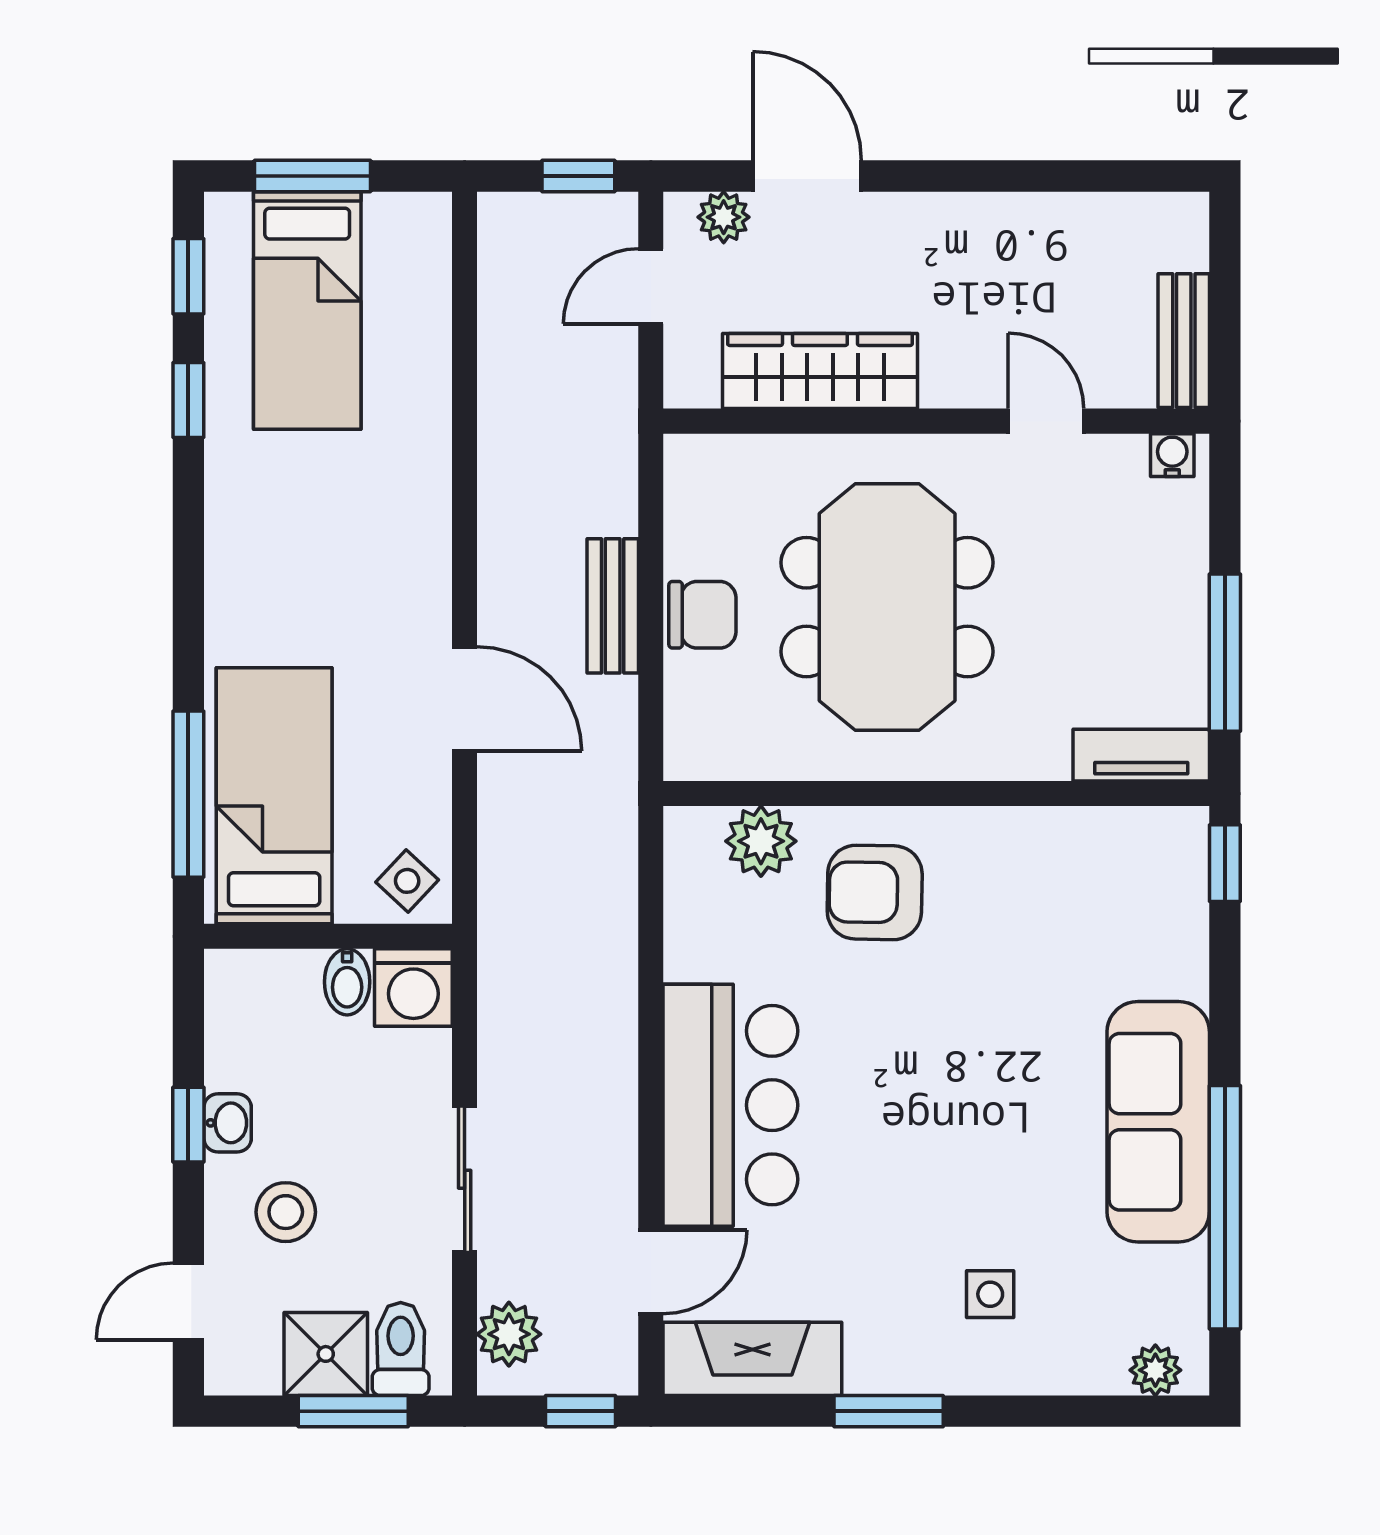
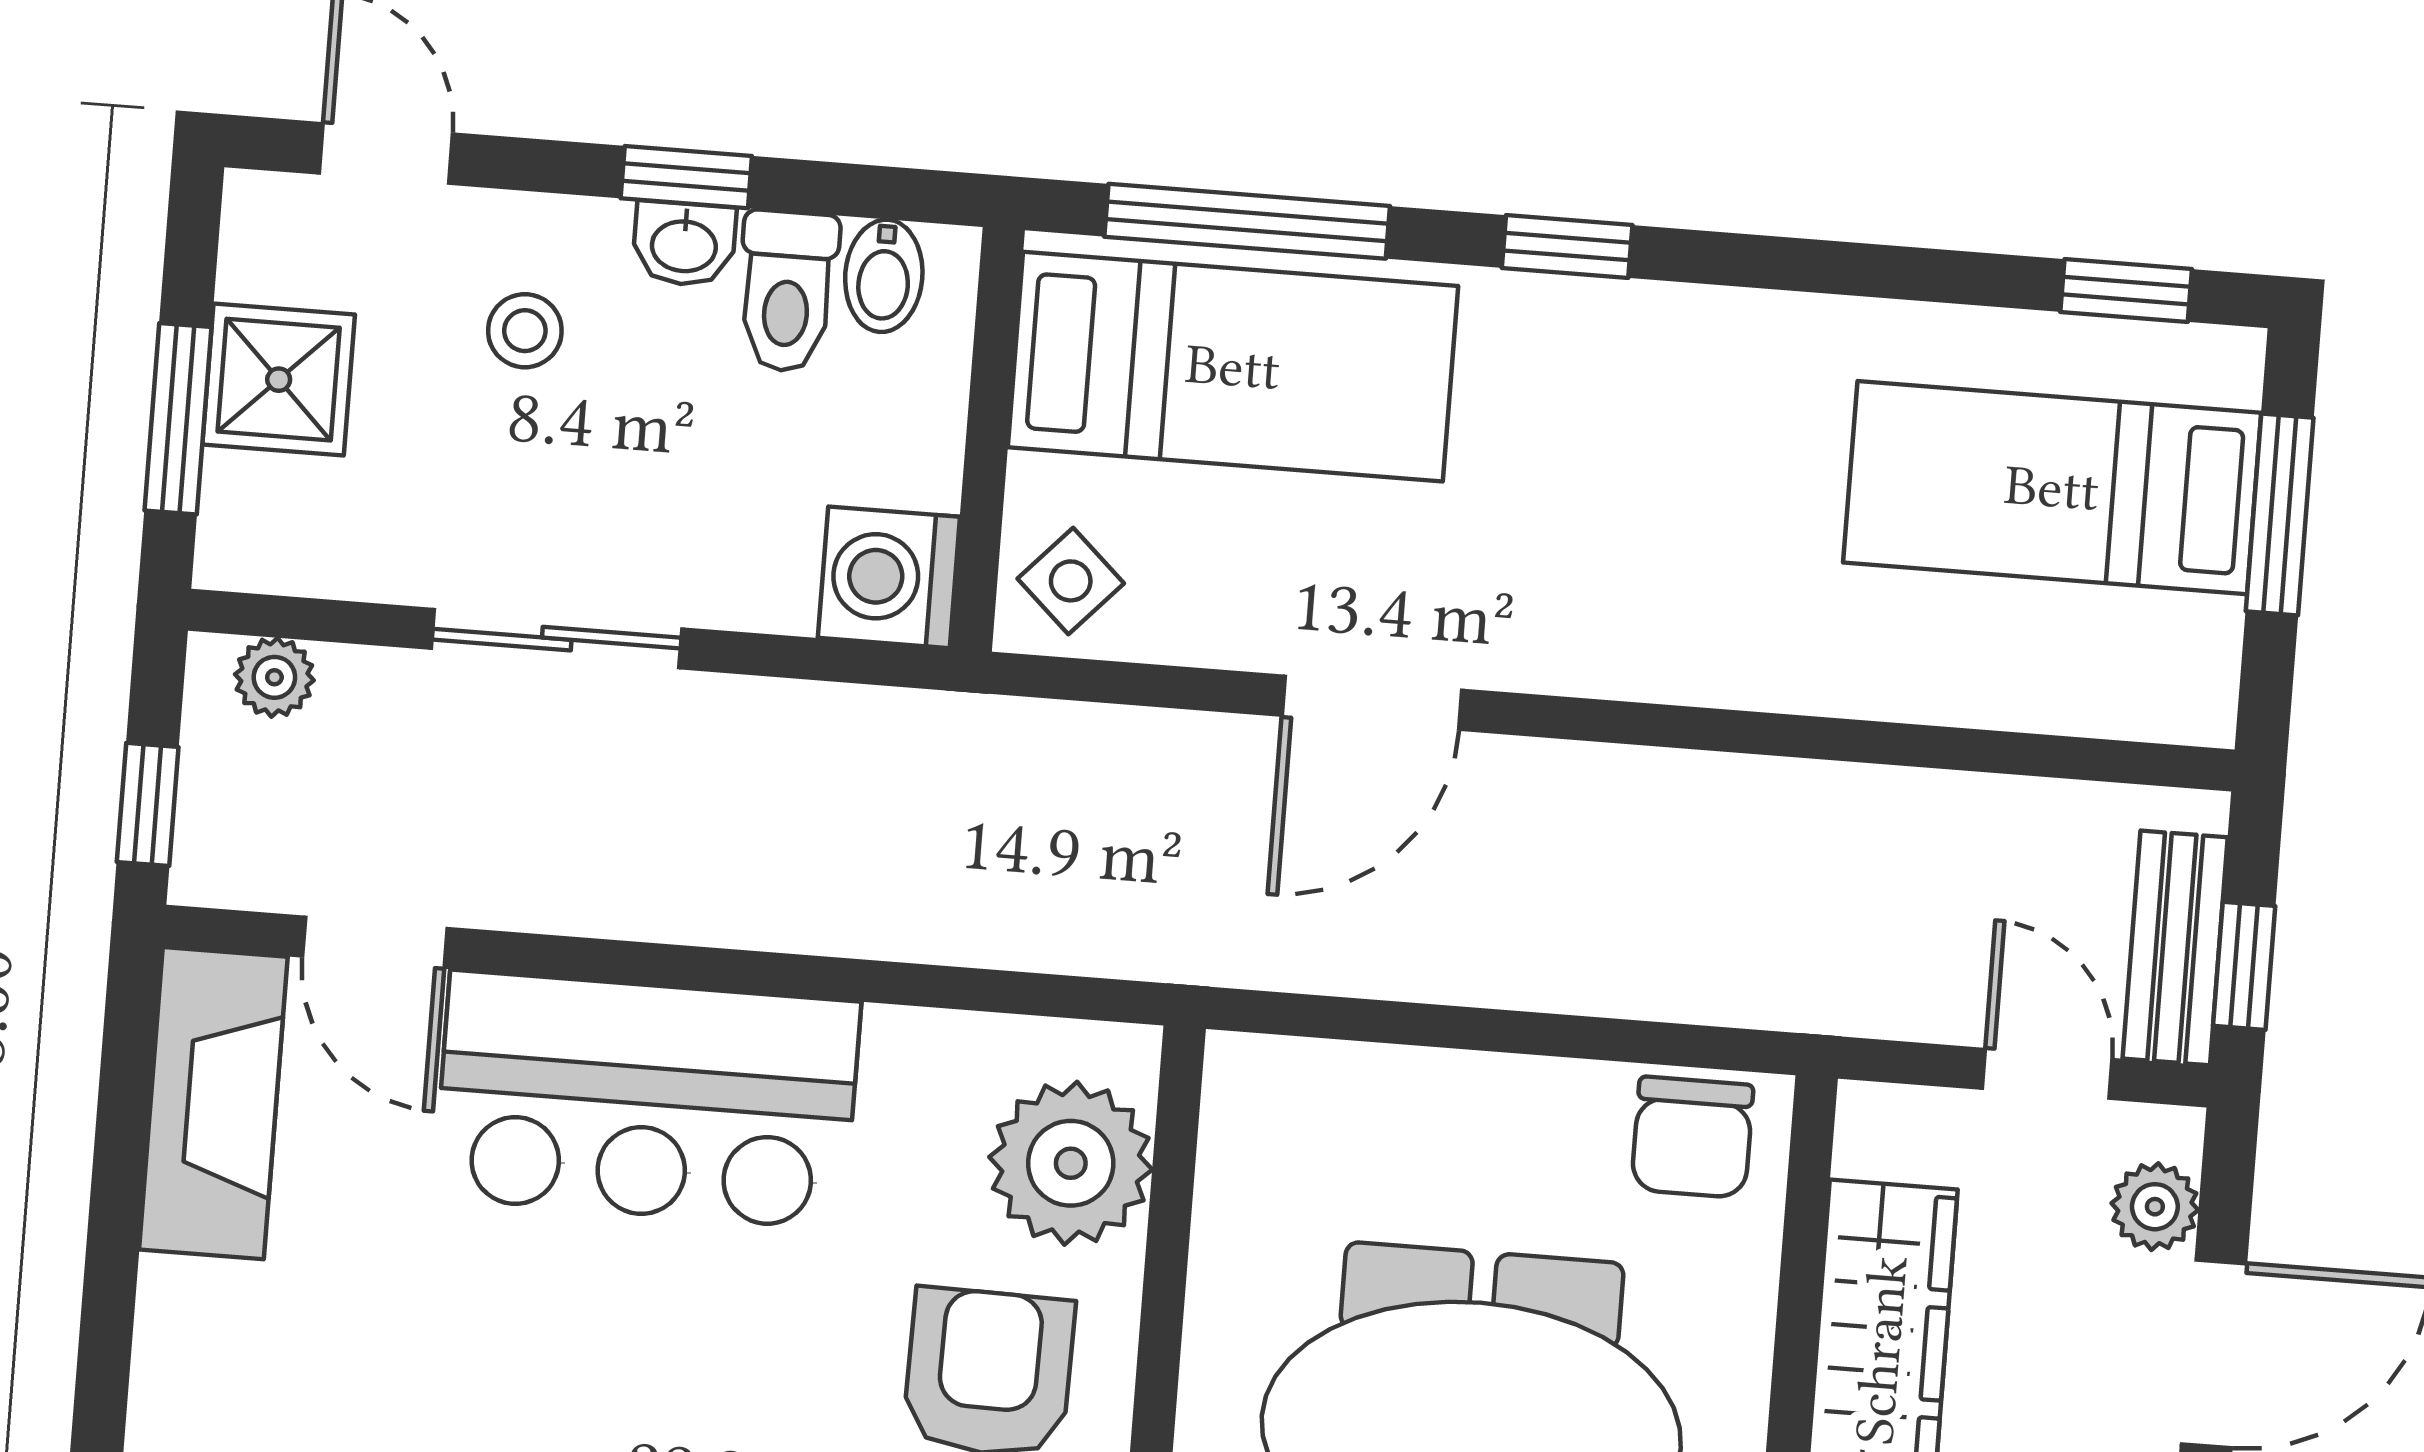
window: (188, 400) -> (1567, 246), moved
bench: (613, 606) -> (2175, 948), moved, turned 90
chair: (702, 615) -> (1692, 1137), moved
plant: (761, 841) -> (1071, 1163), width x1.36, depth x1.36
bidet: (347, 982) -> (884, 276), moved, turned -90
stool: (286, 1212) -> (525, 331), width x0.73, depth x0.73
plant: (509, 1334) -> (274, 677), width x0.73, depth x0.73
toilet: (401, 1349) -> (787, 291), moved, turned 90
window: (889, 1411) -> (107, 1327), removed

